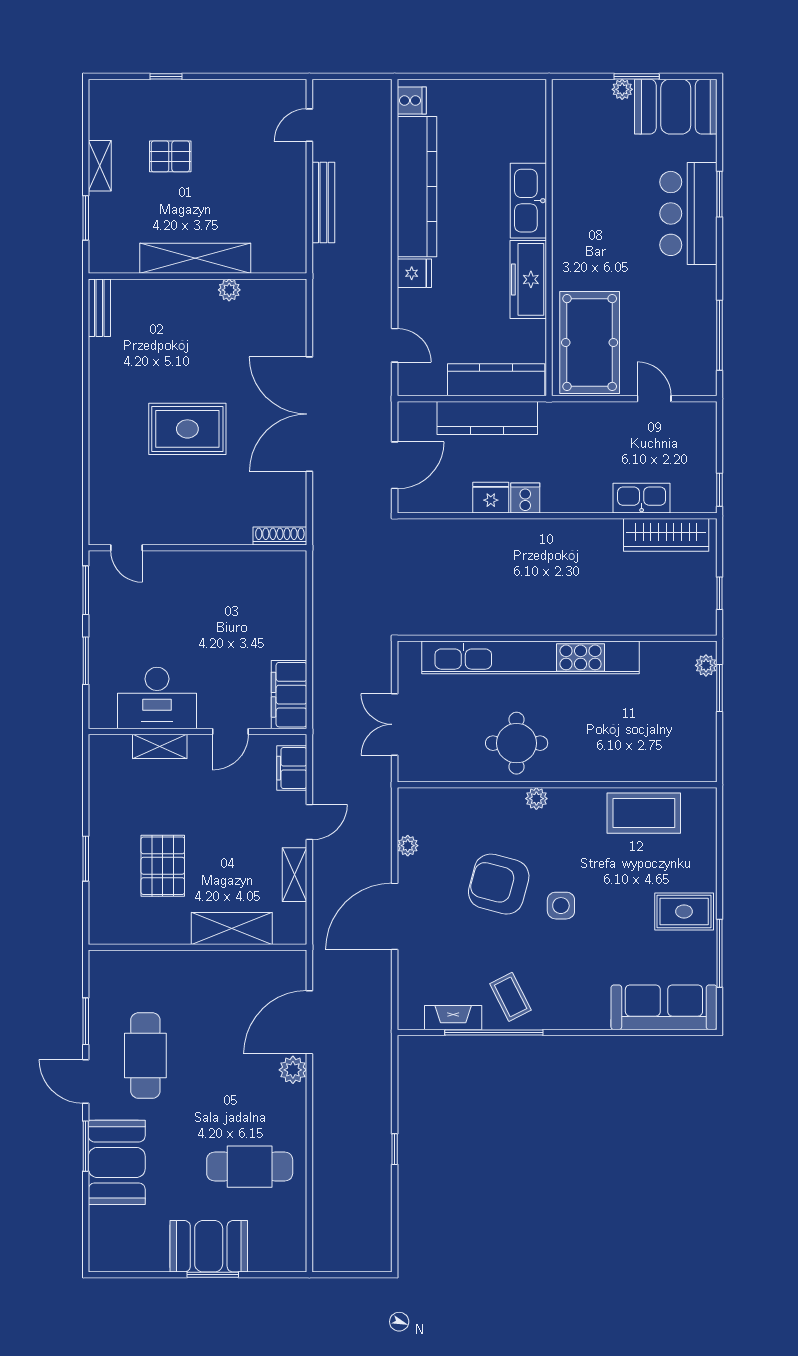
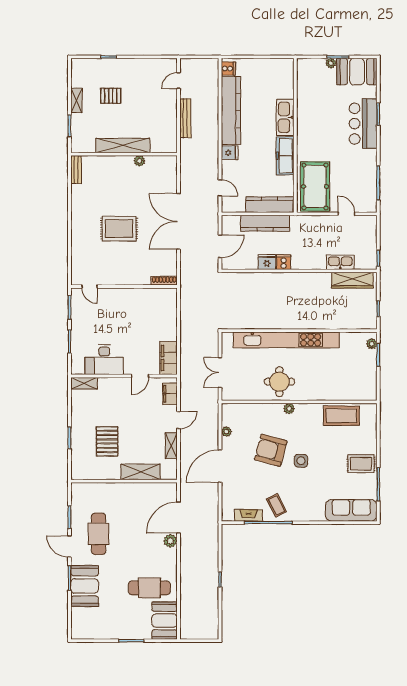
shelving: (160, 746) -> (84, 383), moved
booth: (209, 1246) -> (165, 621), moved, turned 90

